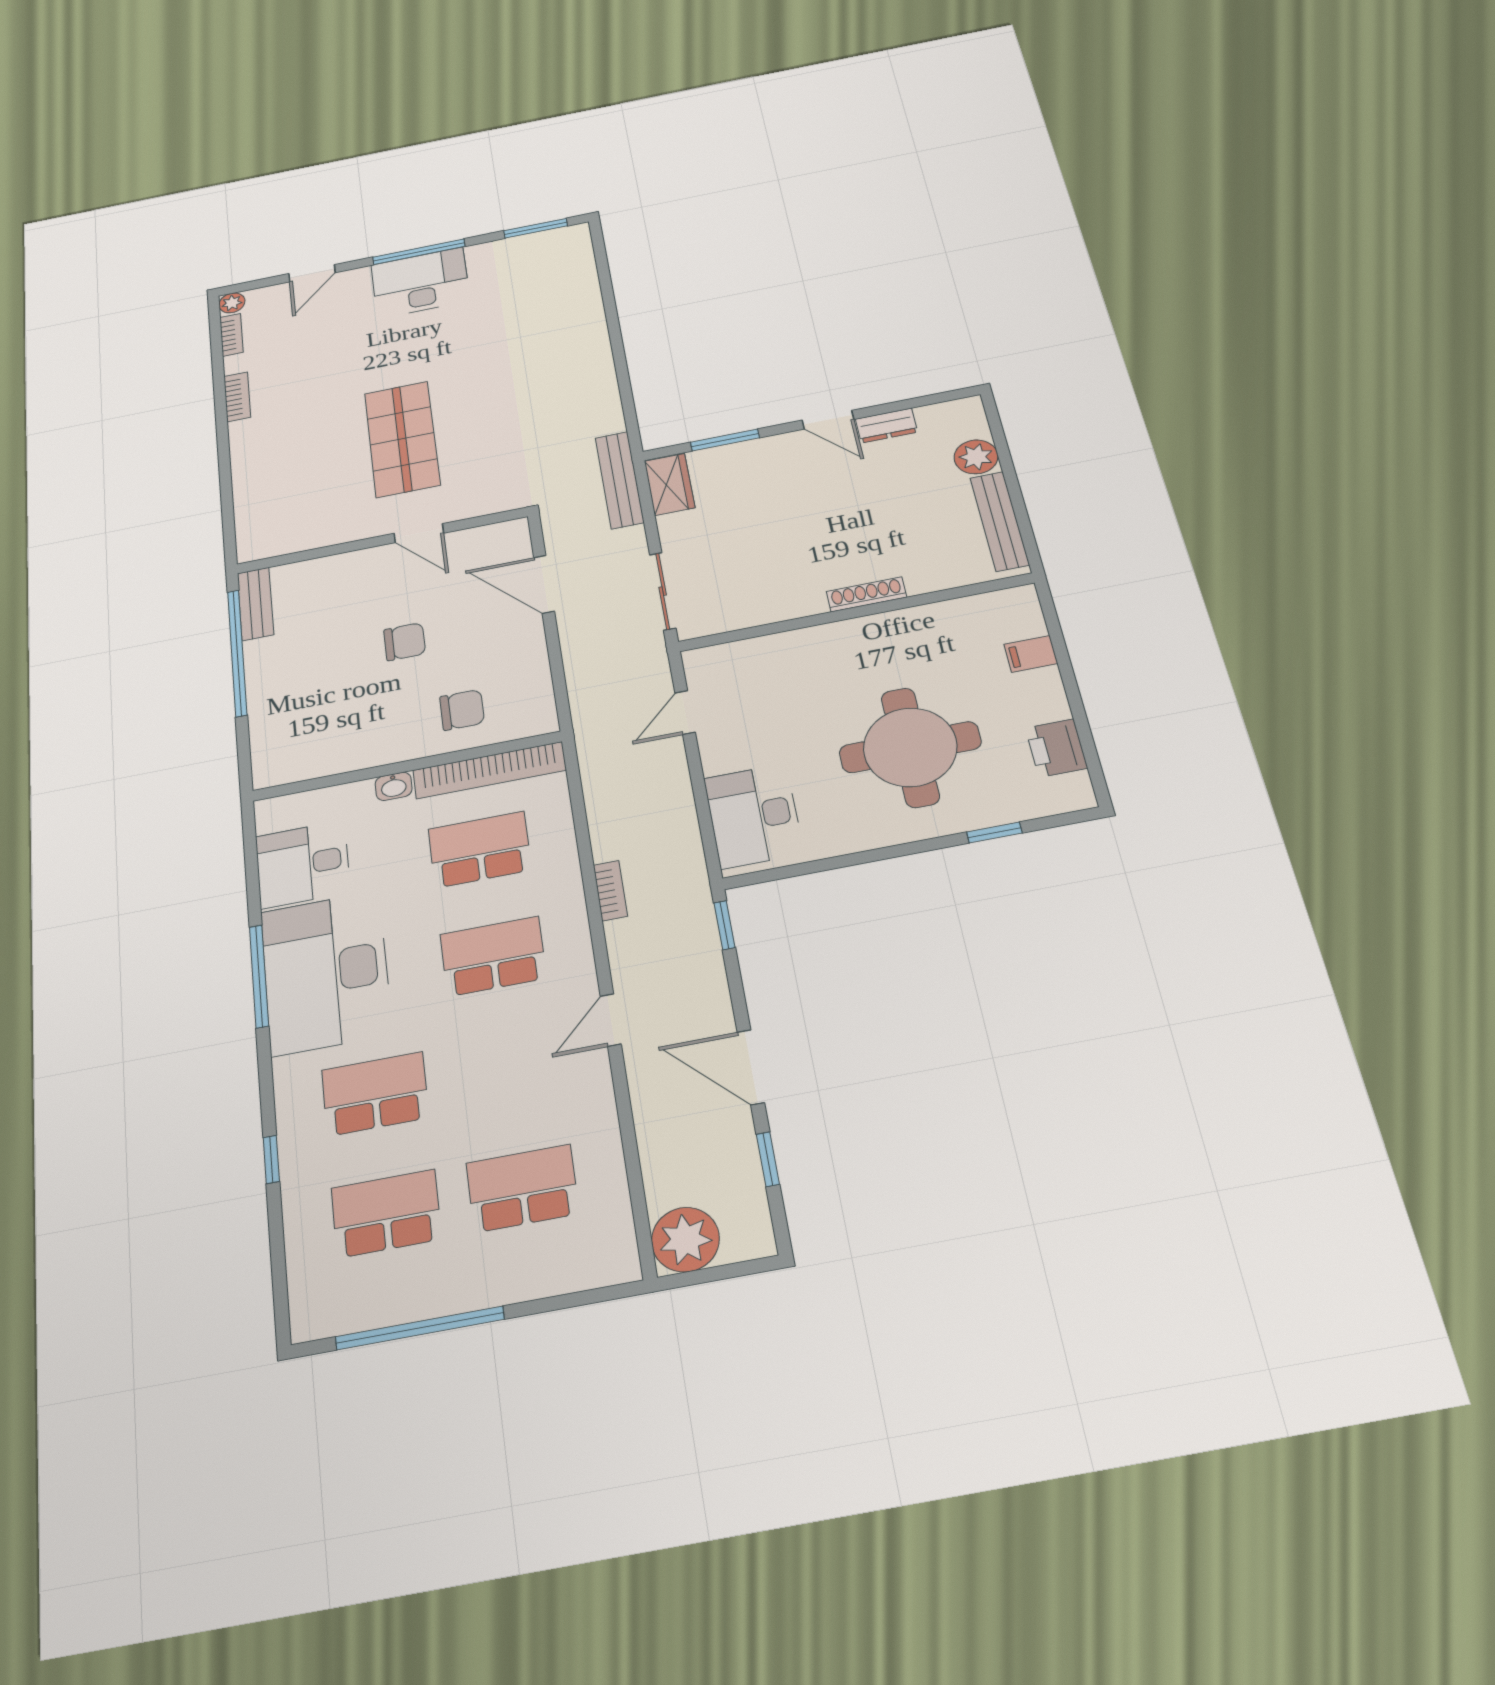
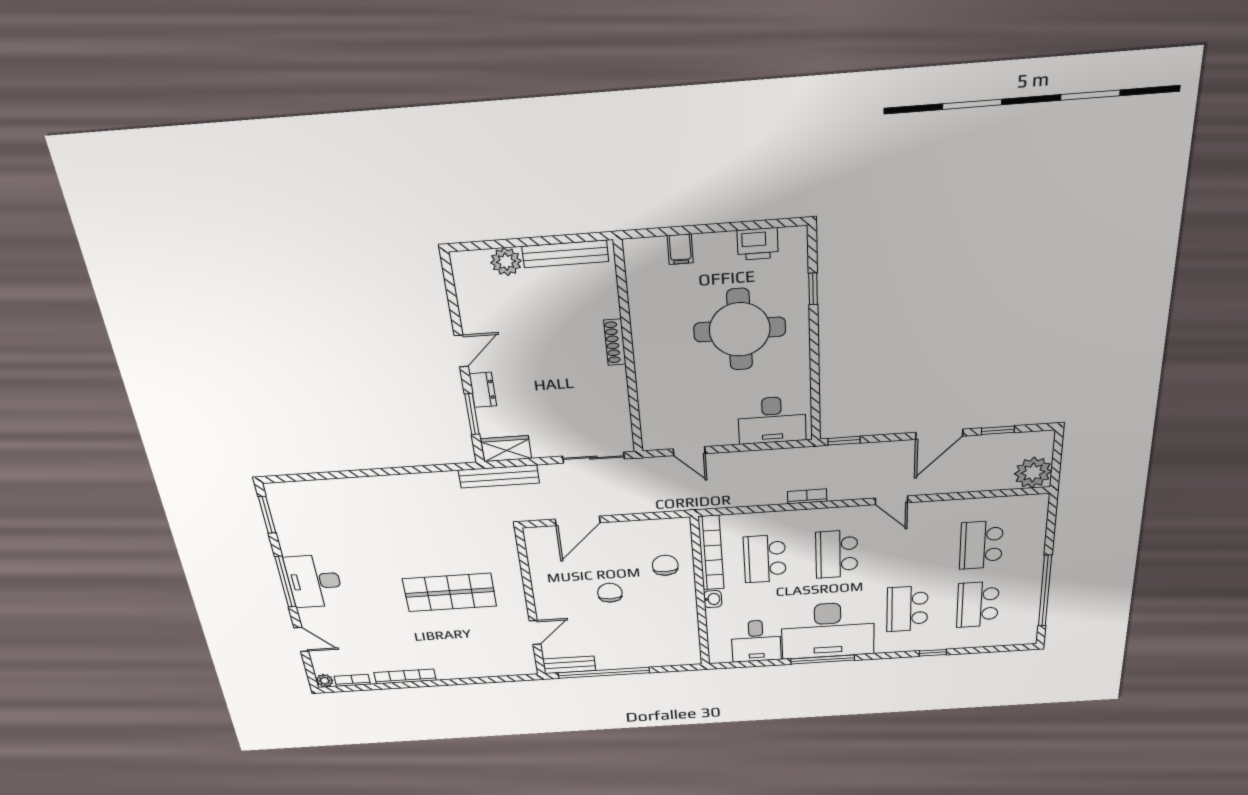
bookcase: (237, 397) -> (405, 676), width x1.56
dresser: (886, 425) -> (483, 390), moved
door: (419, 533) -> (535, 632), moved

